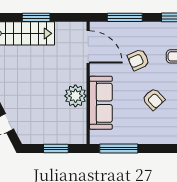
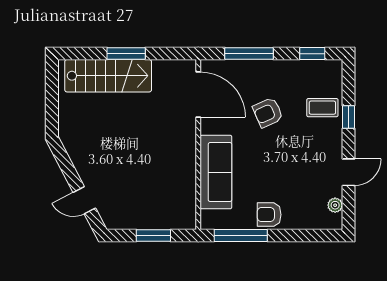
plant: (75, 96) -> (181, 162), removed
armchair: (154, 99) -> (269, 215), moved, turned 133

